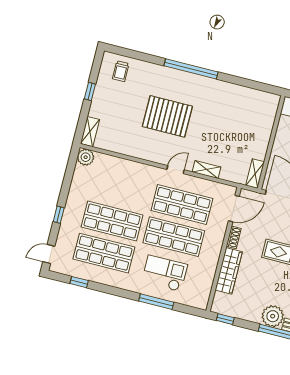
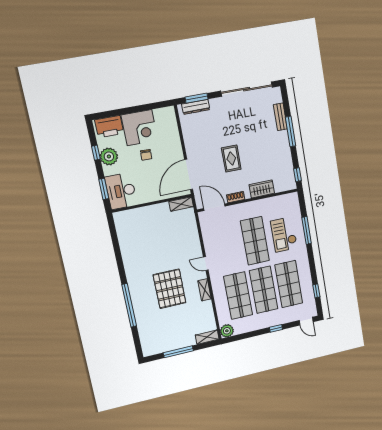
window: (191, 69) -> (129, 305), moved
trolley: (121, 71) -> (153, 338), removed
window: (90, 92) -> (178, 352), width x2.17
shelving: (206, 169) -> (205, 290), moved
shop shelf: (182, 205) -> (238, 296), moved
wardrobe: (229, 271) -> (262, 189), width x0.67
plant: (273, 316) -> (280, 140), removed

